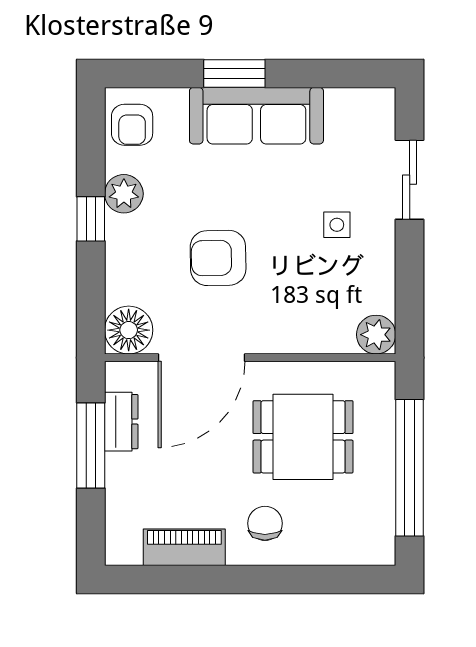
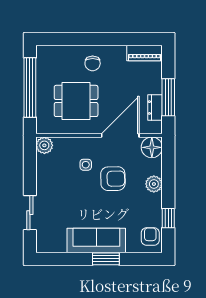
plant: (124, 194) -> (154, 184), moved
window: (91, 219) -> (168, 218), moved
side table: (337, 225) -> (86, 165), moved
piano: (184, 547) -> (145, 53), moved

